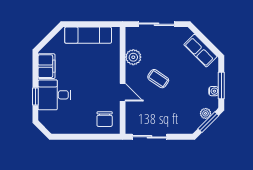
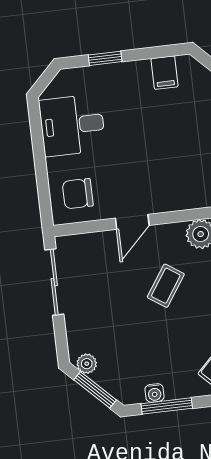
filing cabinet: (47, 66) -> (165, 73), width x0.50
desk: (54, 95) -> (72, 125), moved, turned -90
plant: (206, 113) -> (87, 364), moved

